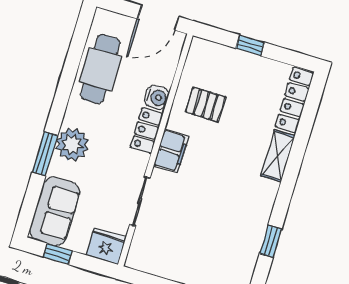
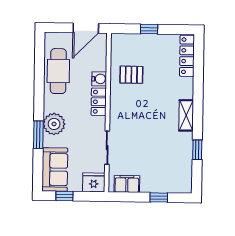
filing cabinet: (171, 151) -> (127, 184), moved, turned -90
shelving: (278, 156) -> (186, 115), moved

